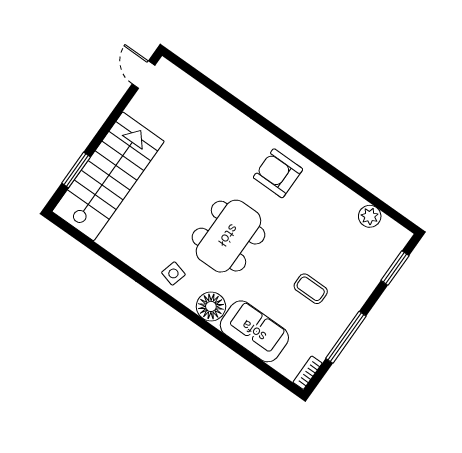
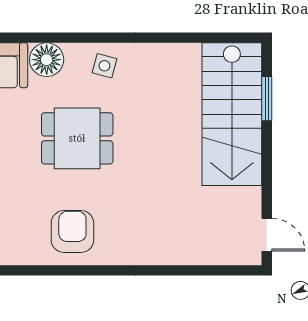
armchair: (278, 173) -> (72, 231), turned -90
dining table: (228, 236) -> (77, 138), width x0.73

